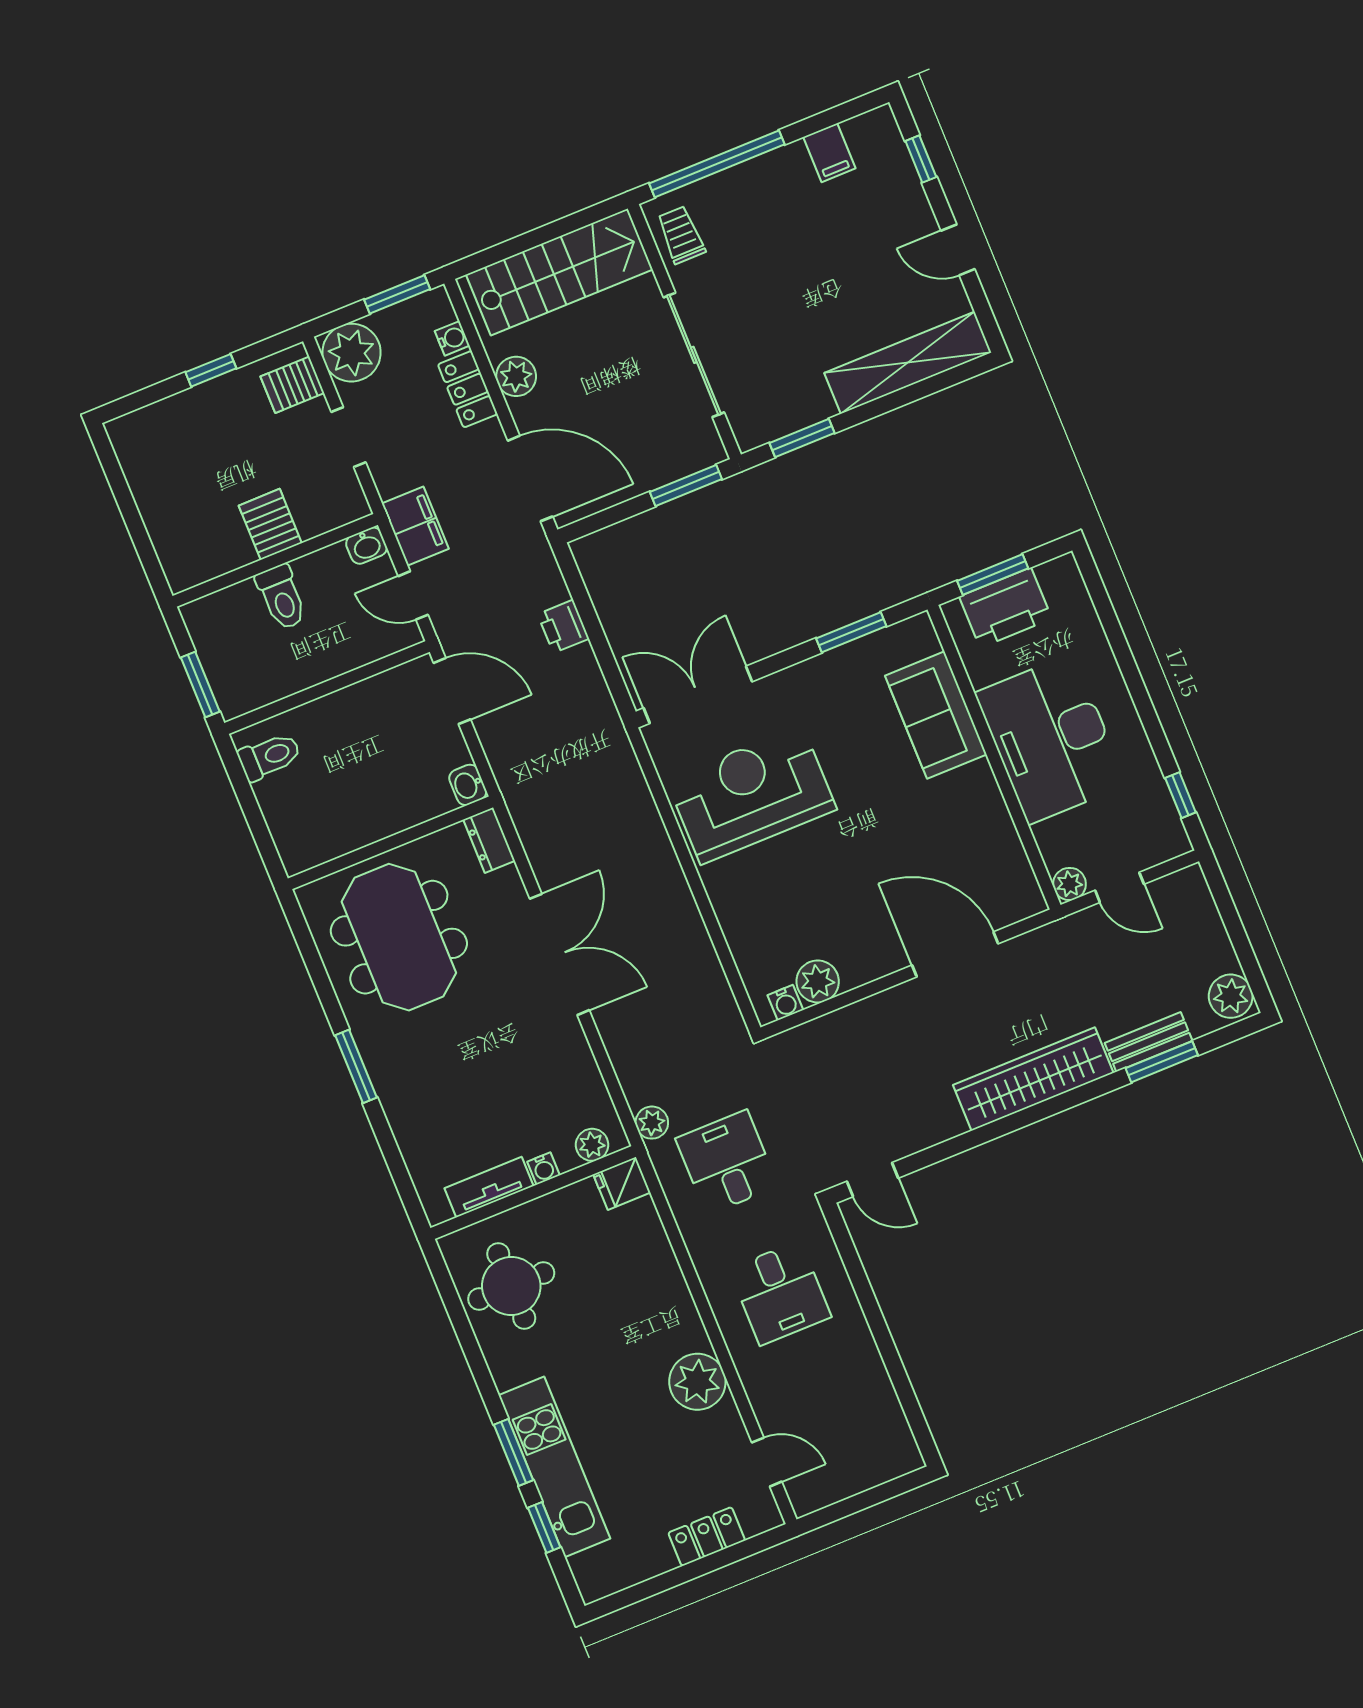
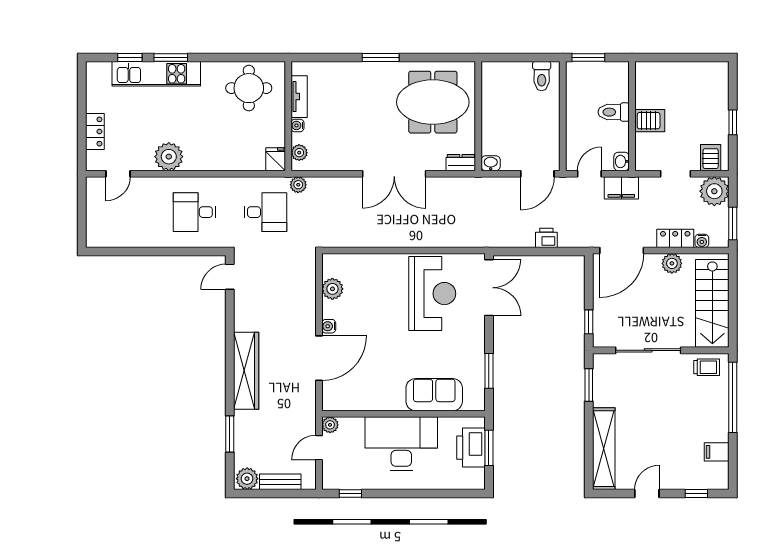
window: (686, 486) -> (589, 322), width x0.67
water cooler: (785, 1003) -> (329, 326), moved
bench: (1149, 1042) -> (280, 482), moved, turned 90

